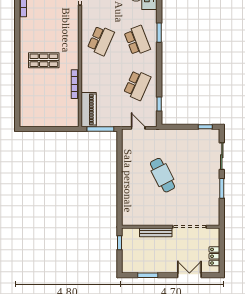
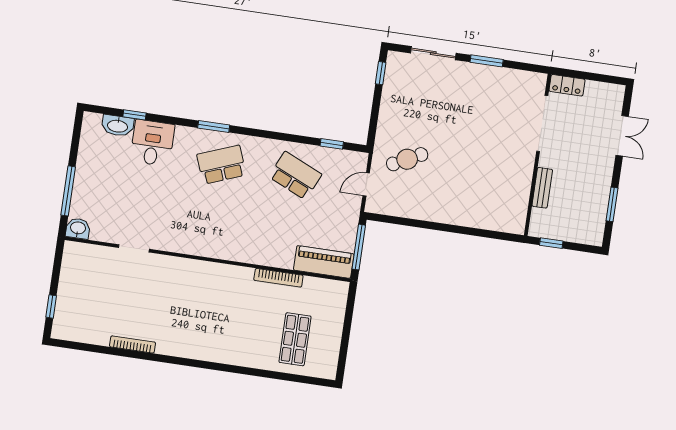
school desk: (101, 40) -> (213, 225), removed
shop shelf: (44, 60) -> (295, 339), moved
cafe table: (162, 175) -> (407, 159), moved, width x0.73, depth x0.74
bench: (156, 232) -> (542, 188), width x0.73
locker: (214, 256) -> (567, 85), moved
double door: (189, 275) -> (622, 136), swing flipped

